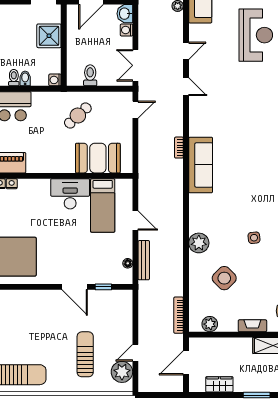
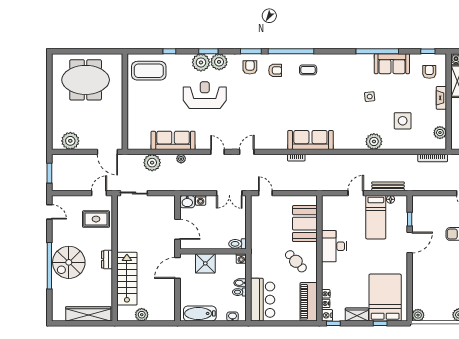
toilet: (90, 75) -> (237, 244), moved
cafe table: (78, 116) -> (296, 261), moved
bed: (103, 205) -> (376, 217), moved, turned 90
side table: (224, 278) -> (403, 121), turned 45

